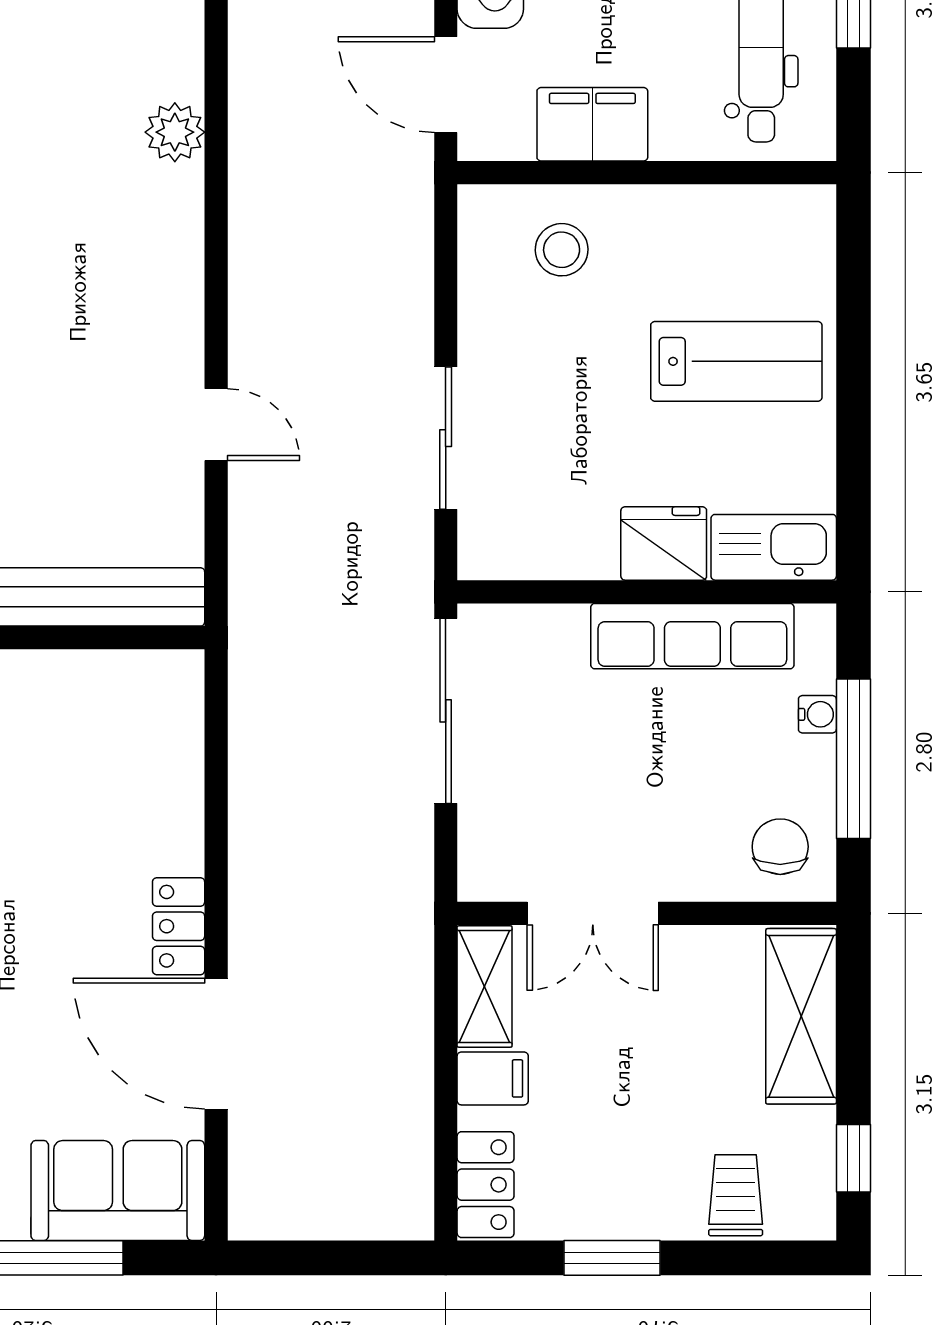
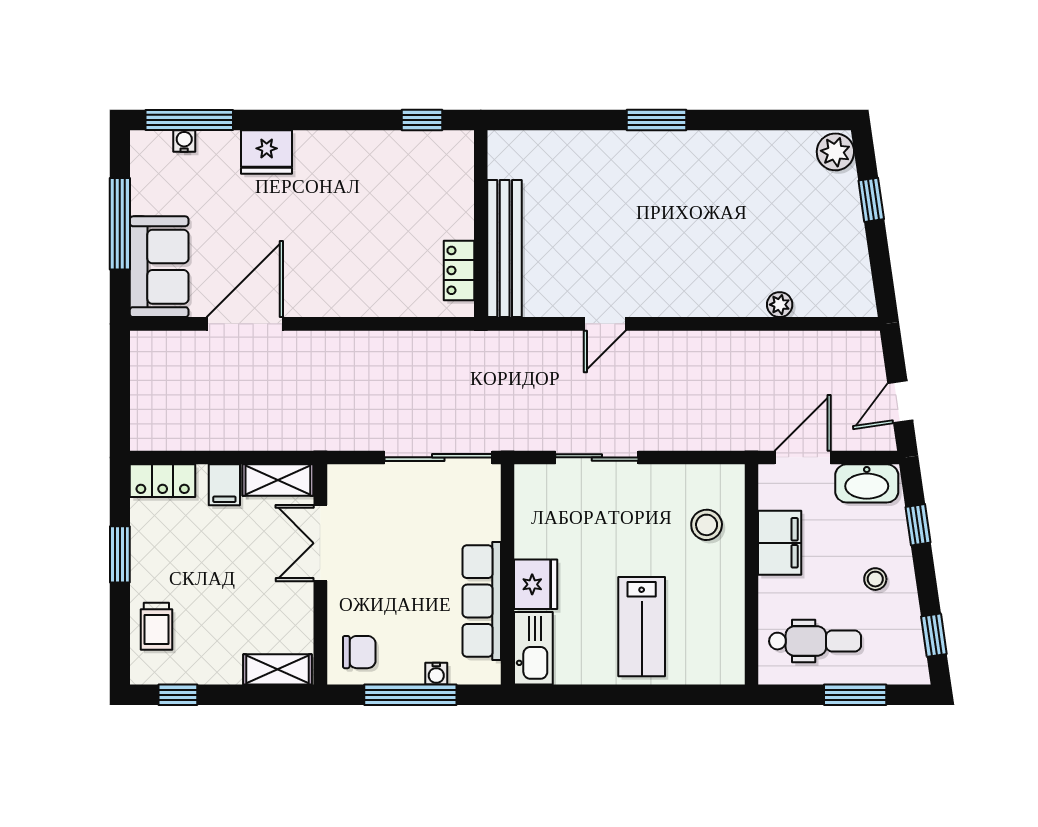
plant: (175, 132) -> (780, 305), width x0.73, depth x0.73
locker: (179, 926) -> (459, 270), moved, turned -90
shelving: (801, 1016) -> (278, 669), width x0.67, depth x0.75
trolley: (736, 1195) -> (156, 626), turned 90

